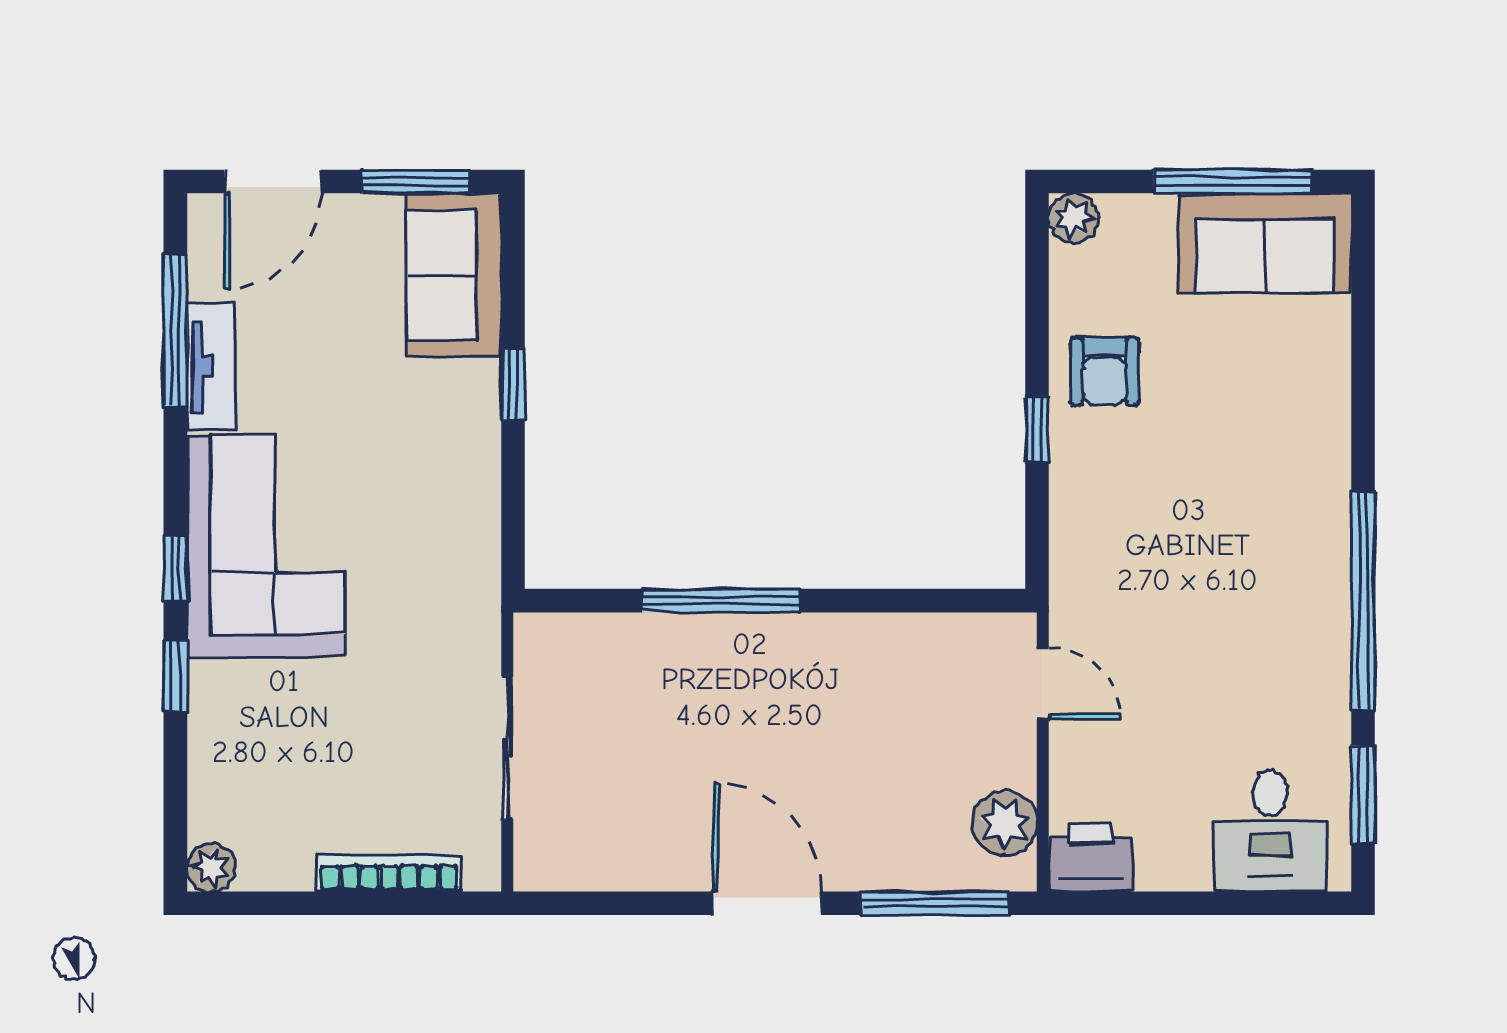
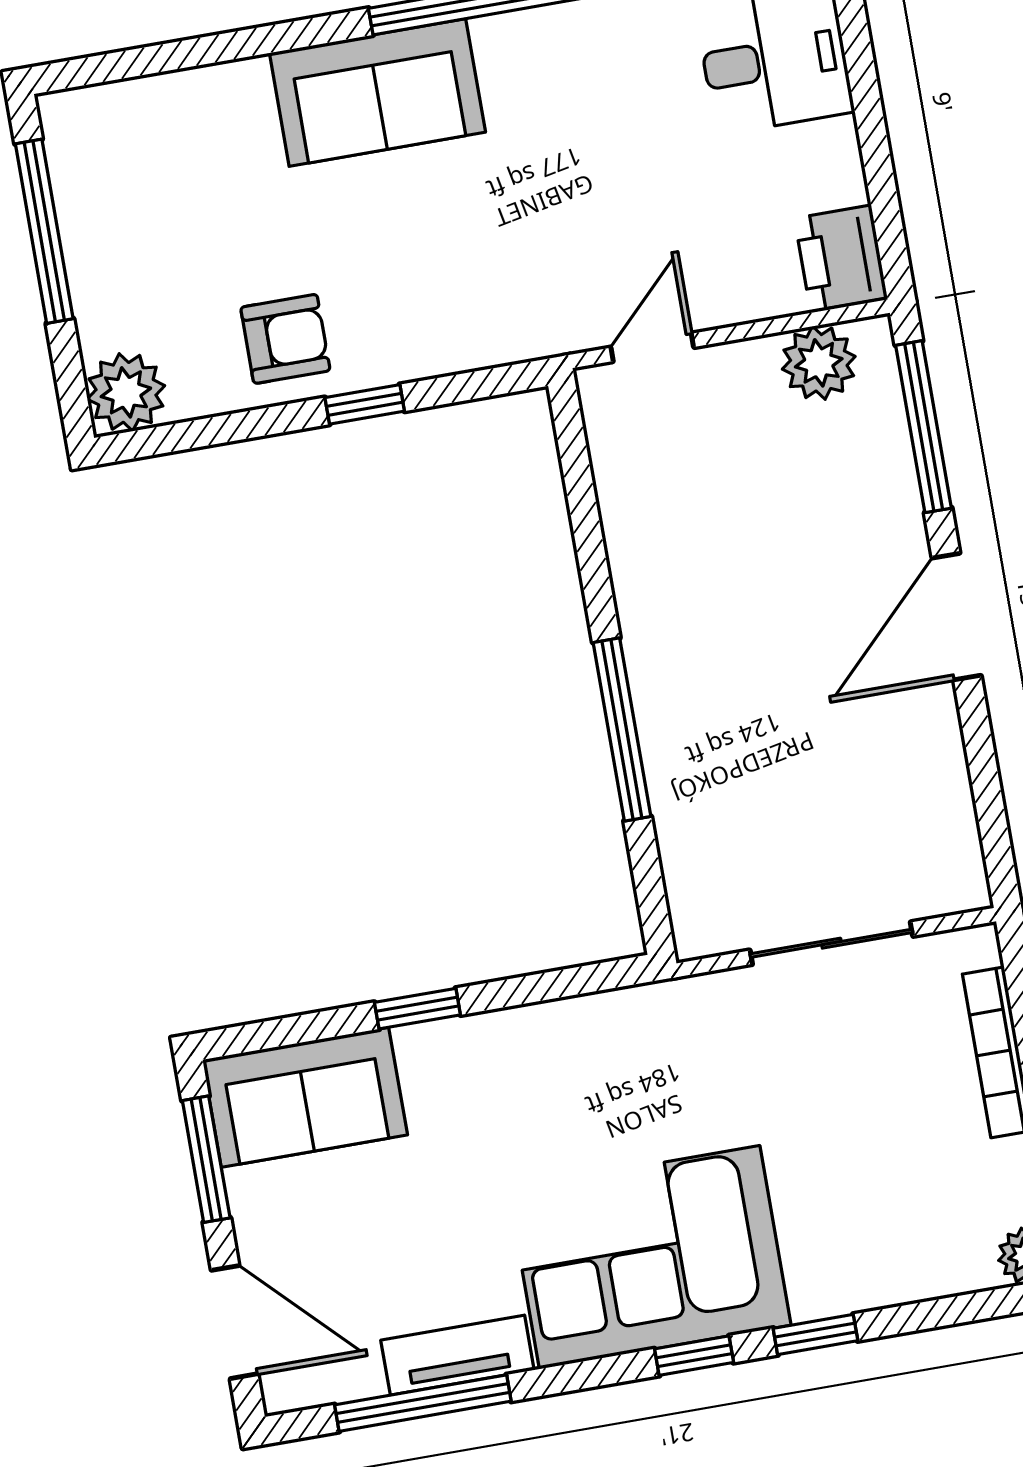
plant: (1073, 218) -> (126, 392), width x1.38, depth x1.38
sofa: (1265, 243) -> (377, 93), moved, turned 90

